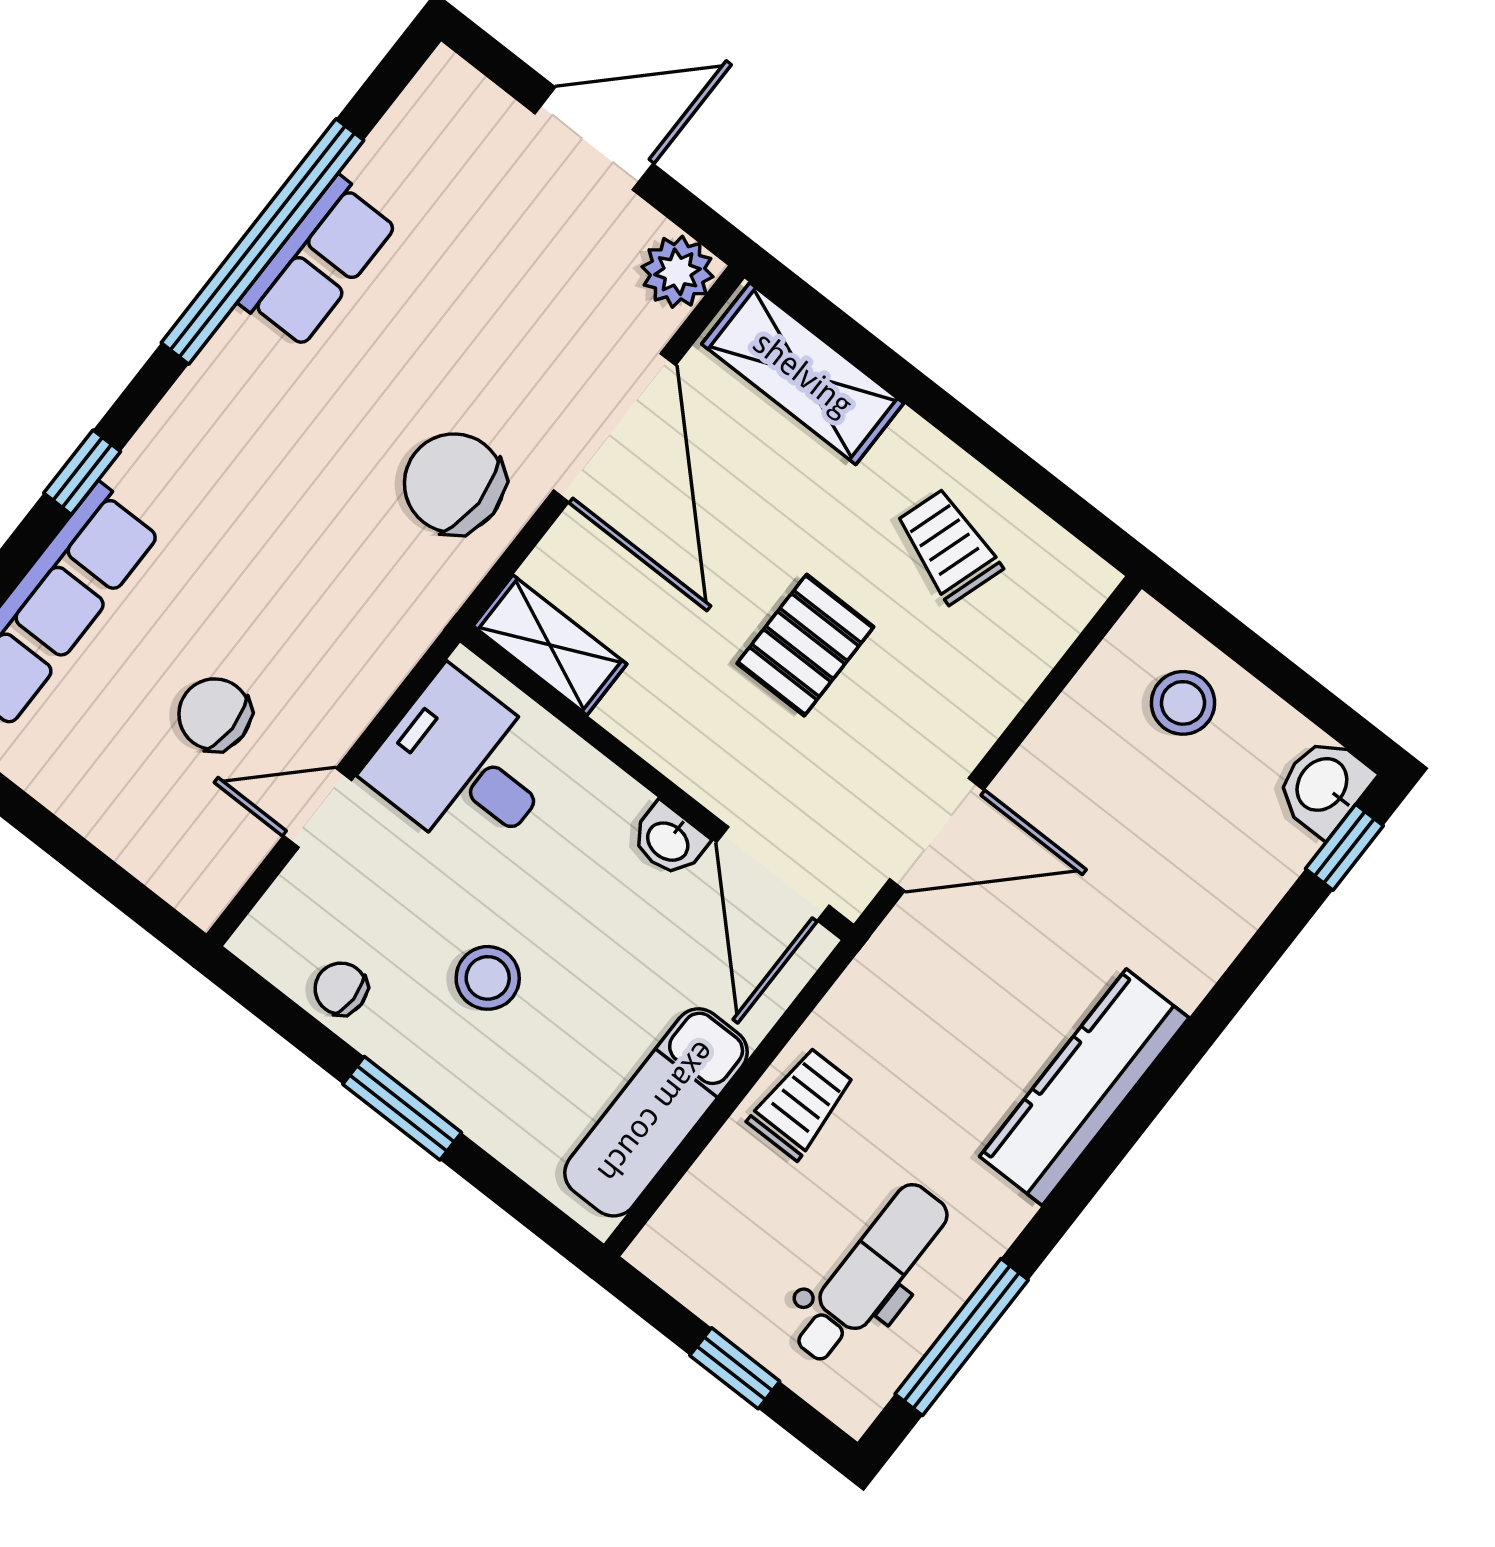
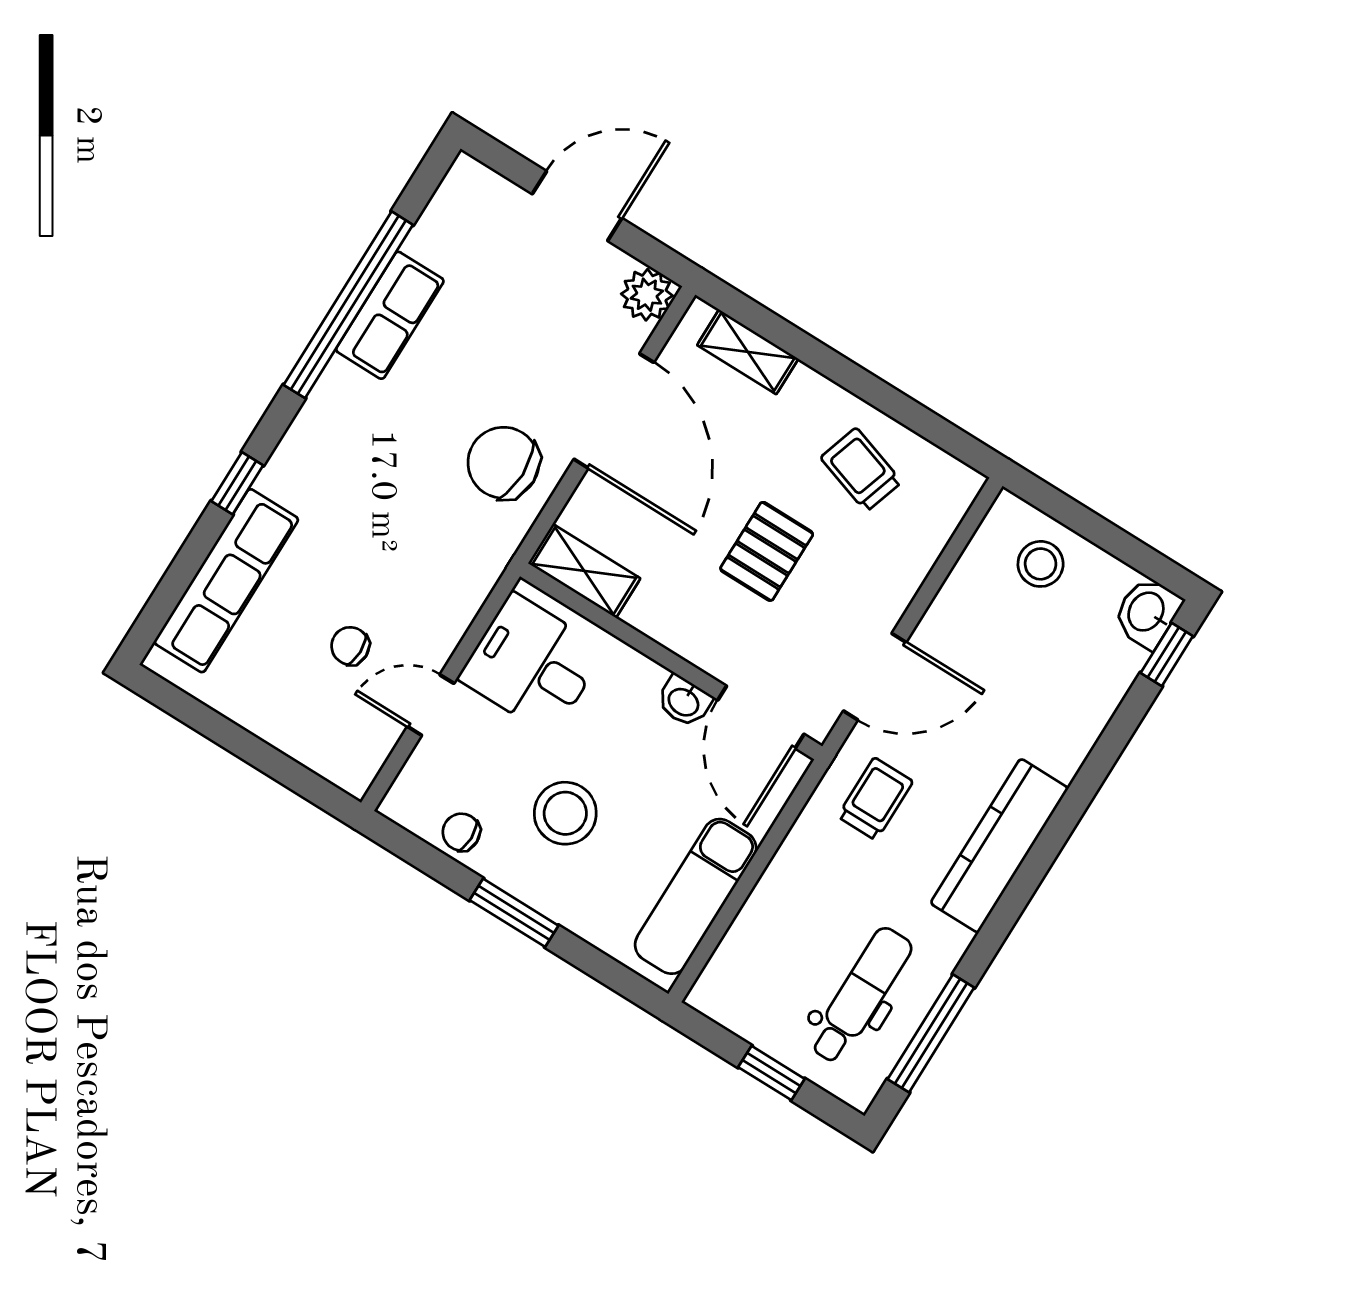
shelving: (803, 374) -> (748, 352), width x0.67, depth x0.75
chair: (215, 714) -> (350, 646), width x0.73, depth x0.73
stool: (488, 978) -> (565, 813), width x1.38, depth x1.38
trolley: (802, 1103) -> (875, 799), moved

